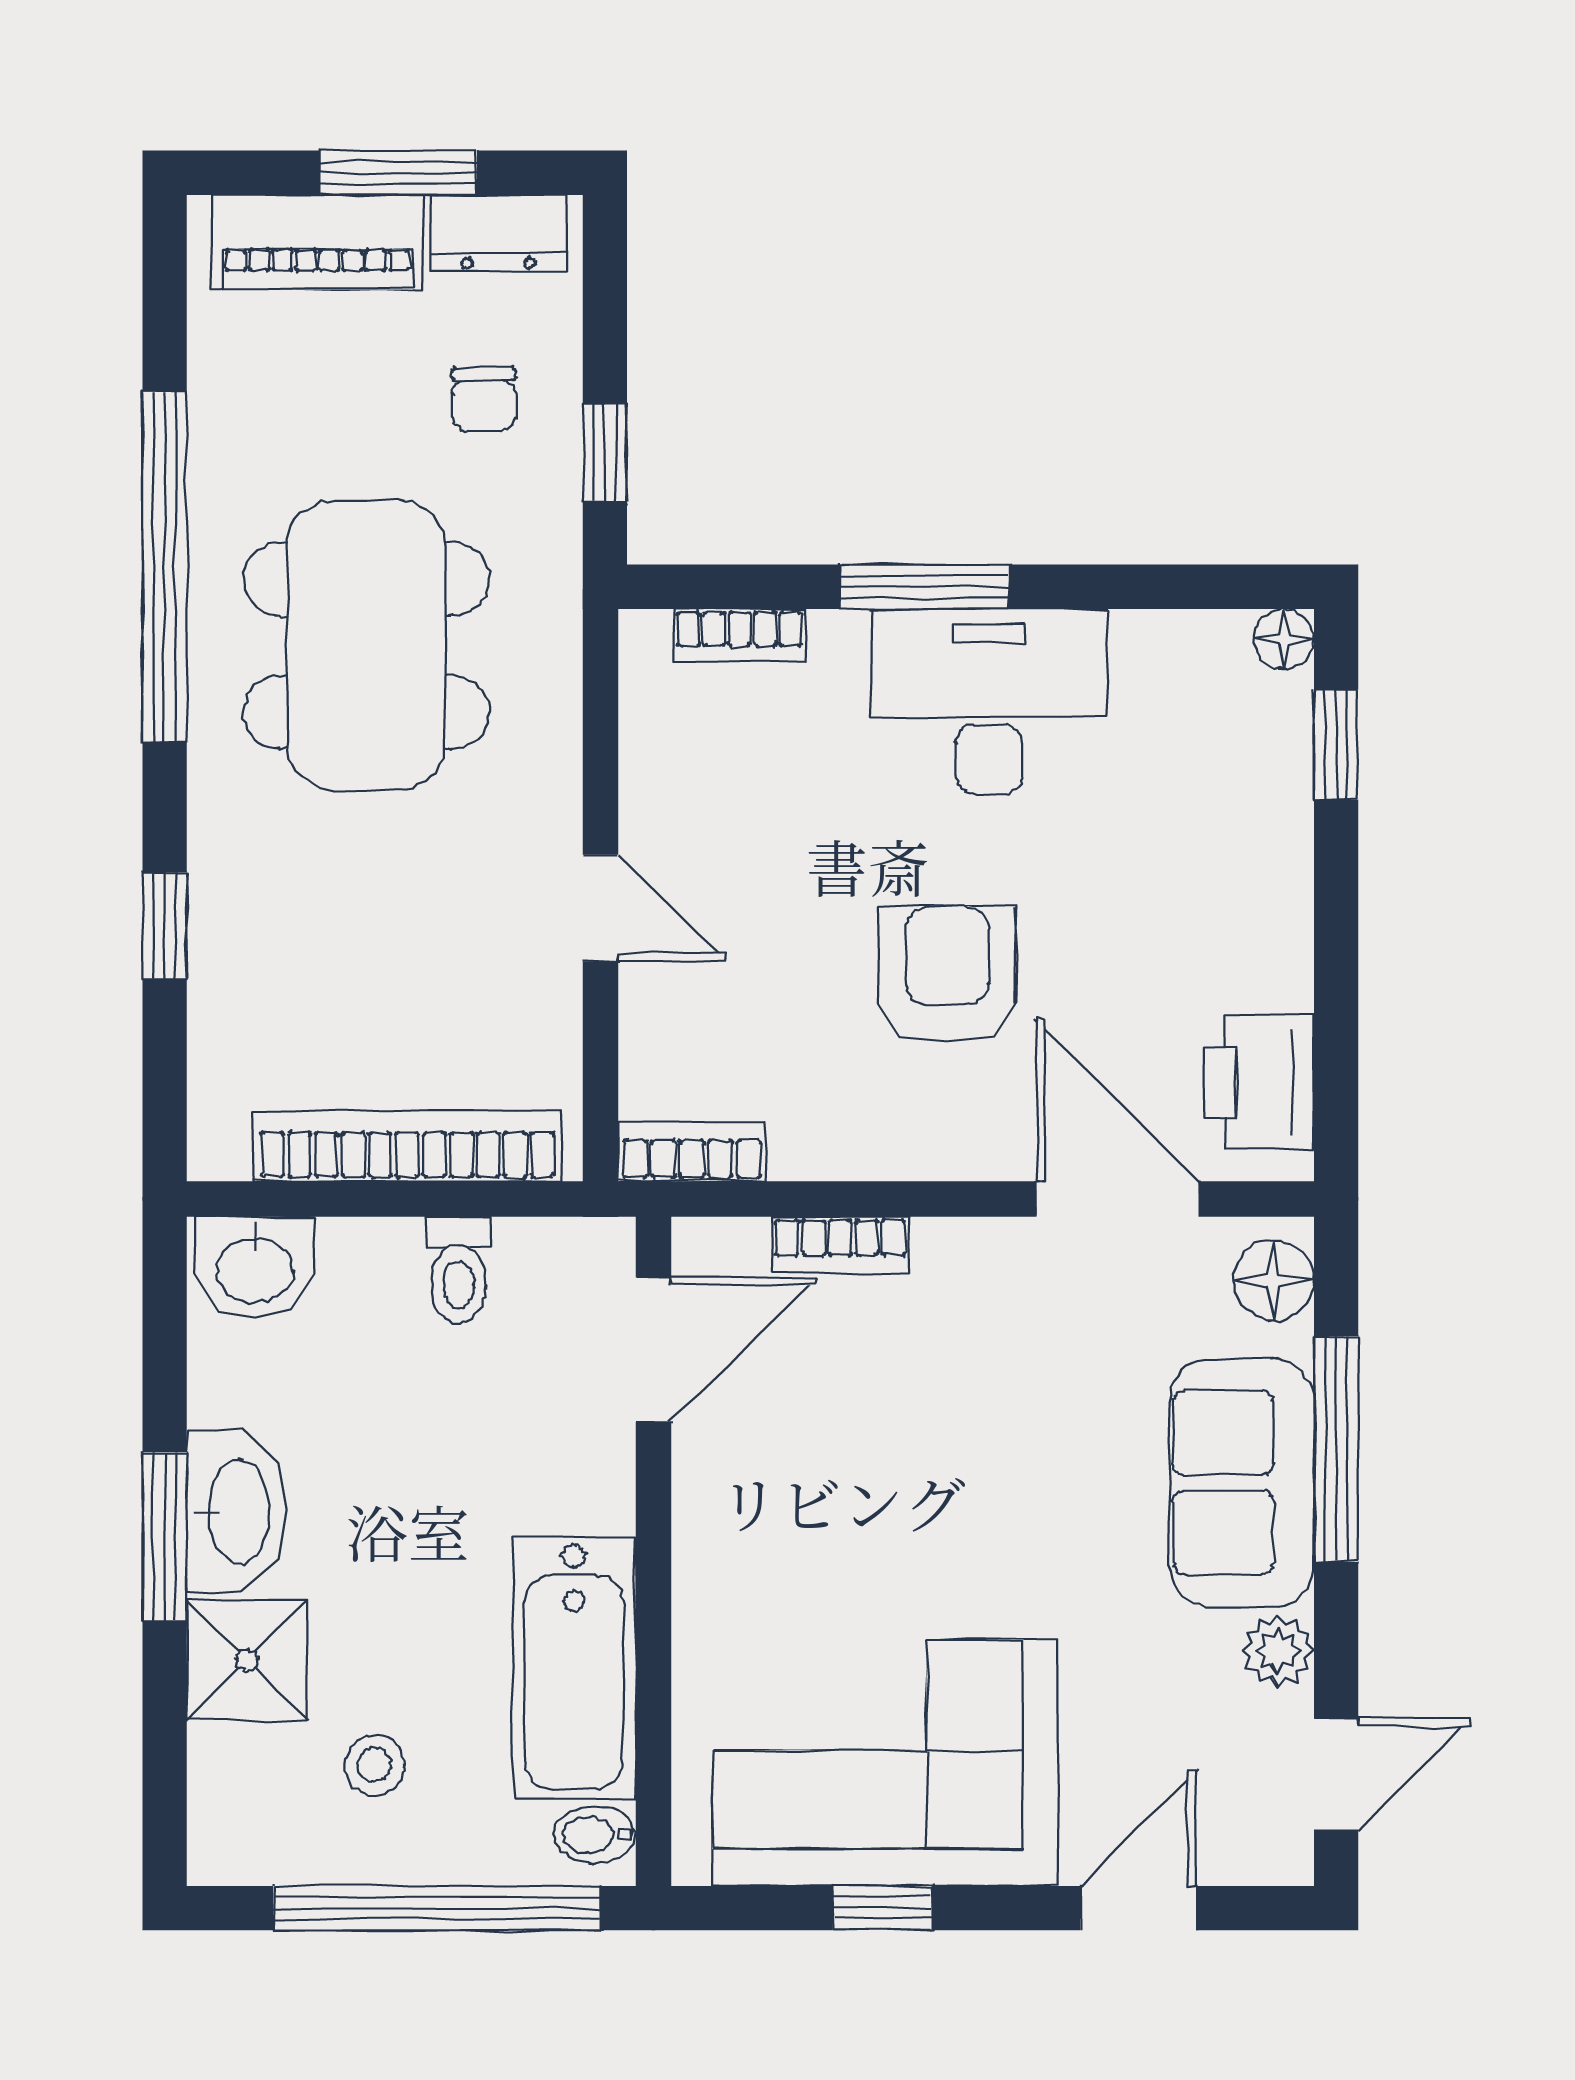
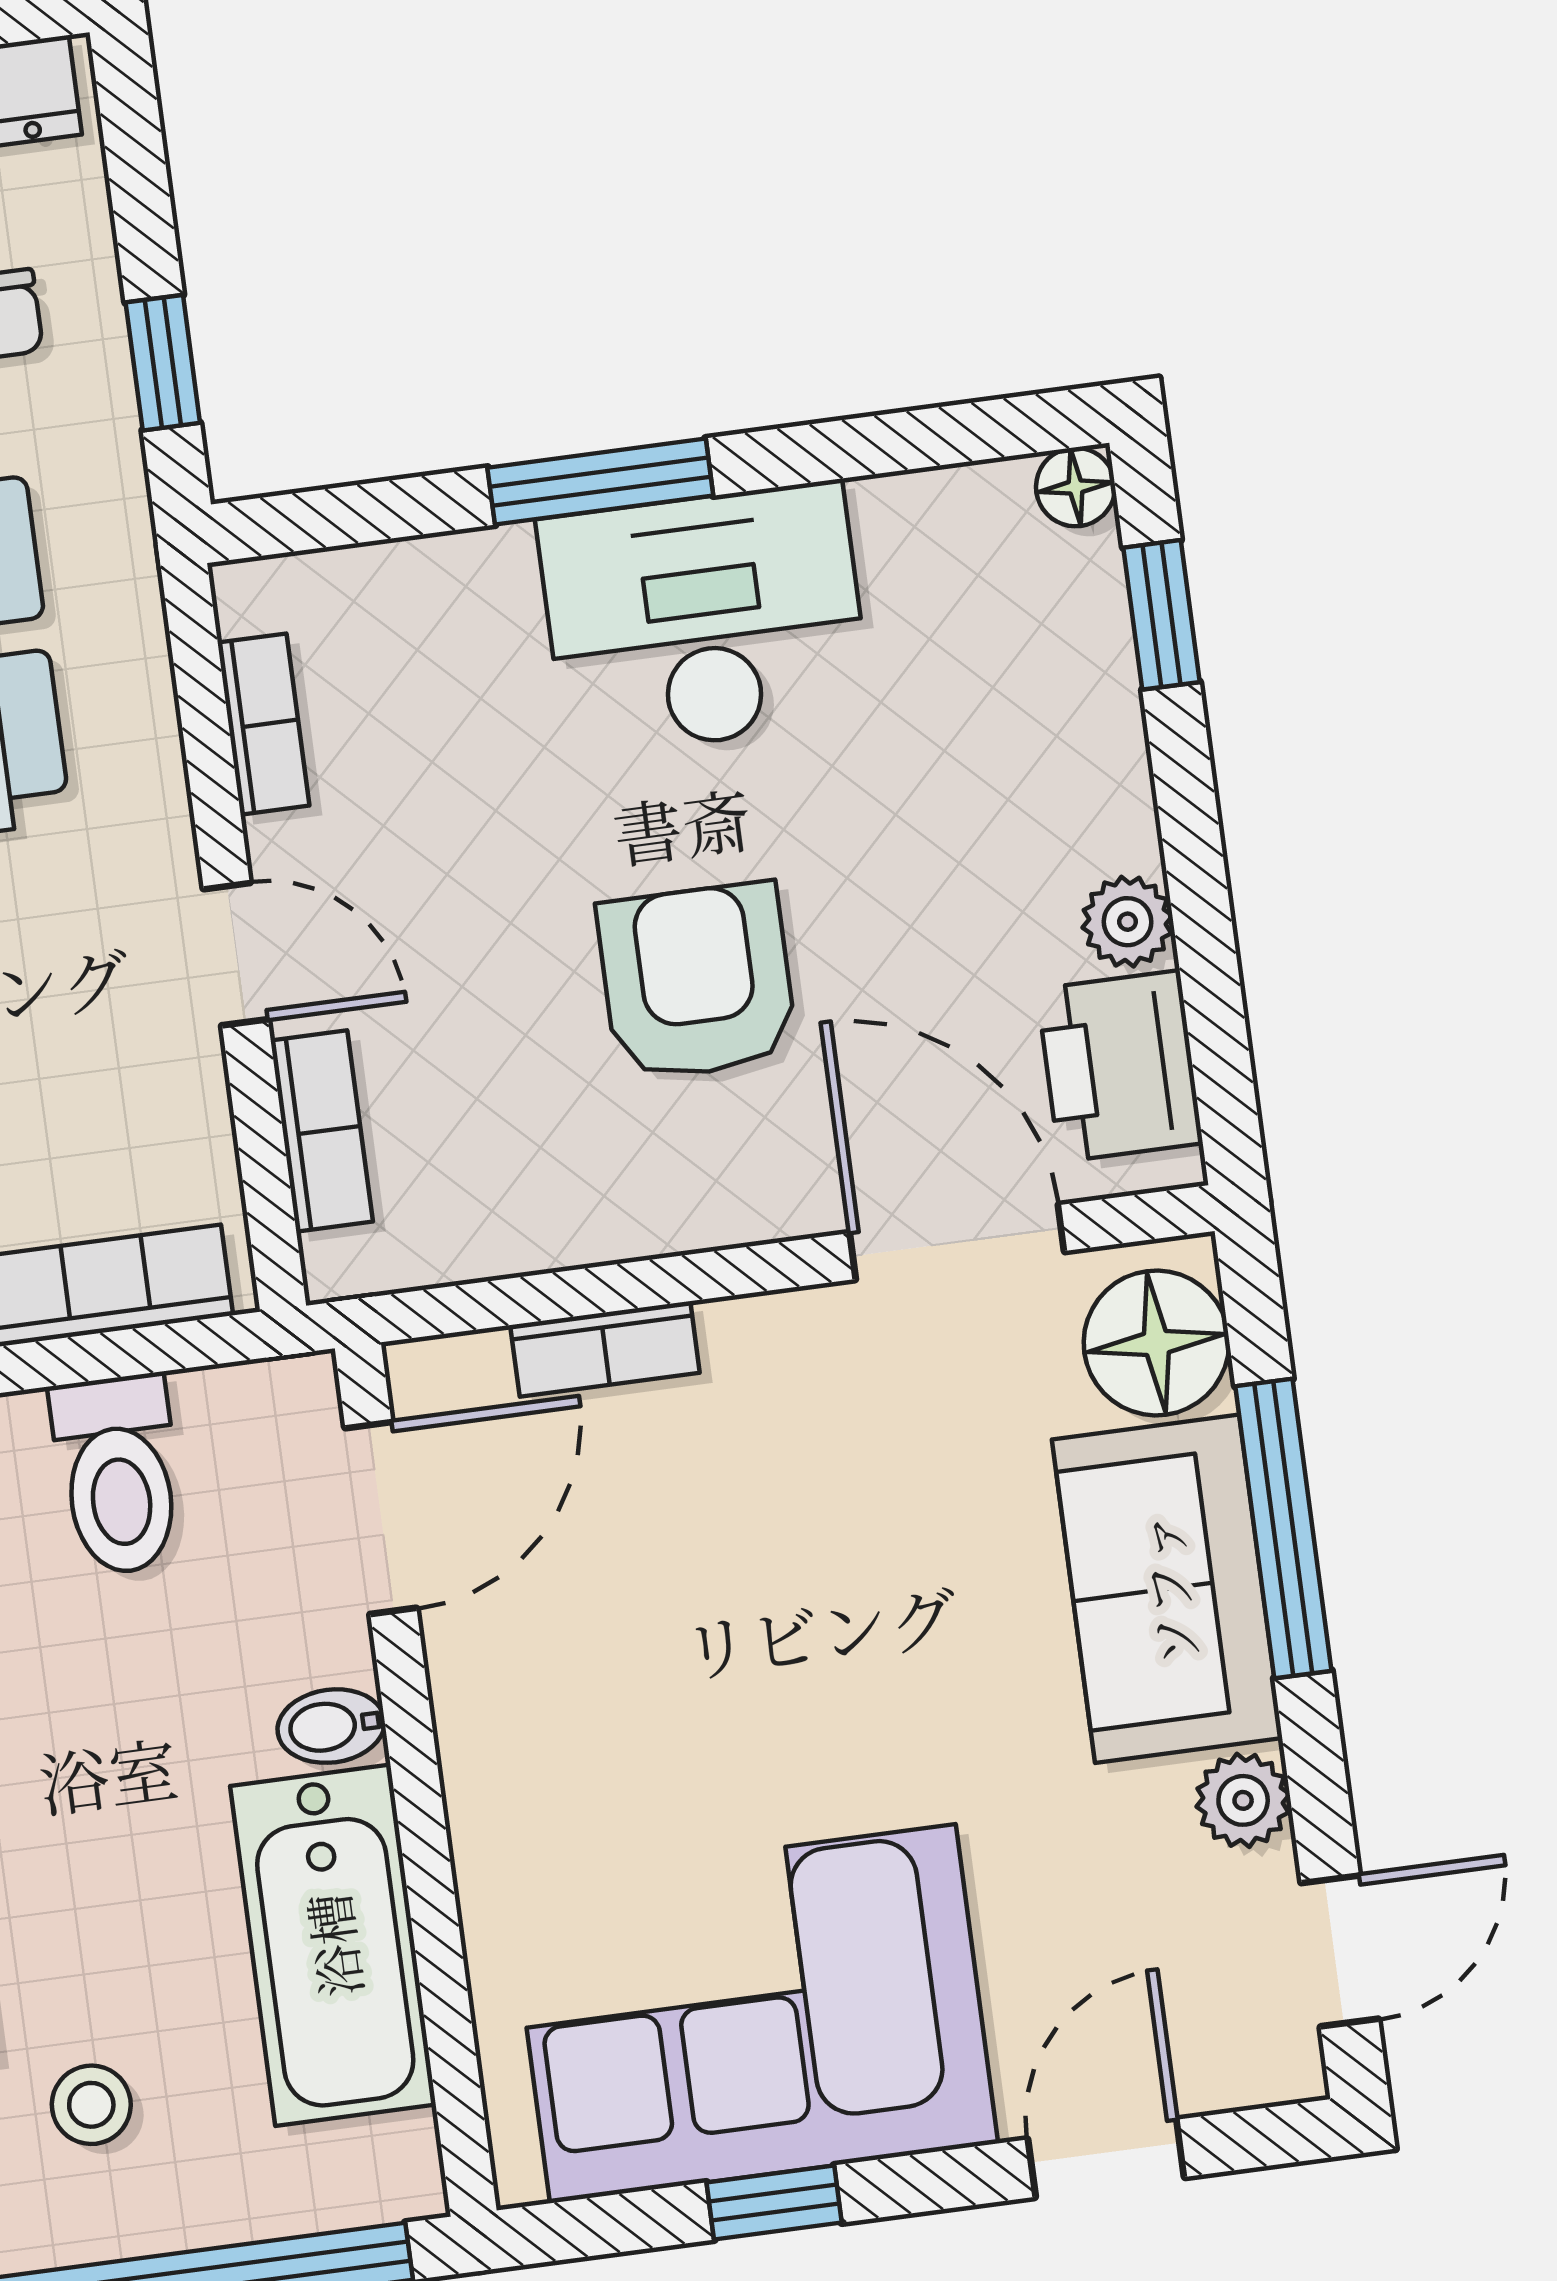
bookcase: (739, 635) -> (263, 724), moved, turned -90
plant: (1279, 973) -> (1128, 922), added
bookcase: (692, 1152) -> (322, 1131), moved, turned 90
toilet: (459, 1270) -> (118, 1475), width x1.37, depth x1.39
floor lamp: (1274, 1280) -> (1156, 1343), width x1.38, depth x1.38
bidet: (595, 1835) -> (331, 1726), moved

